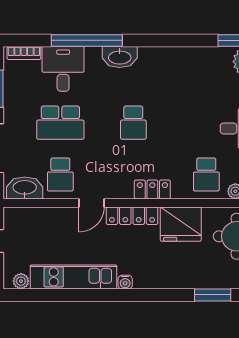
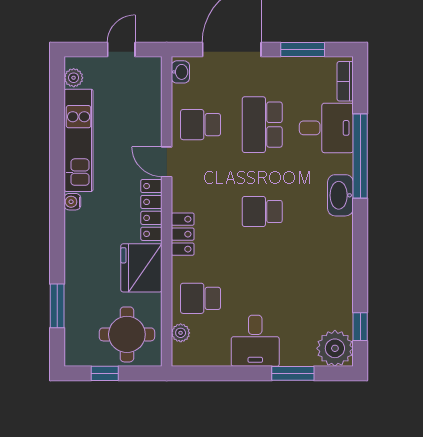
washbasin: (25, 188) -> (180, 72), width x0.52, depth x0.69

